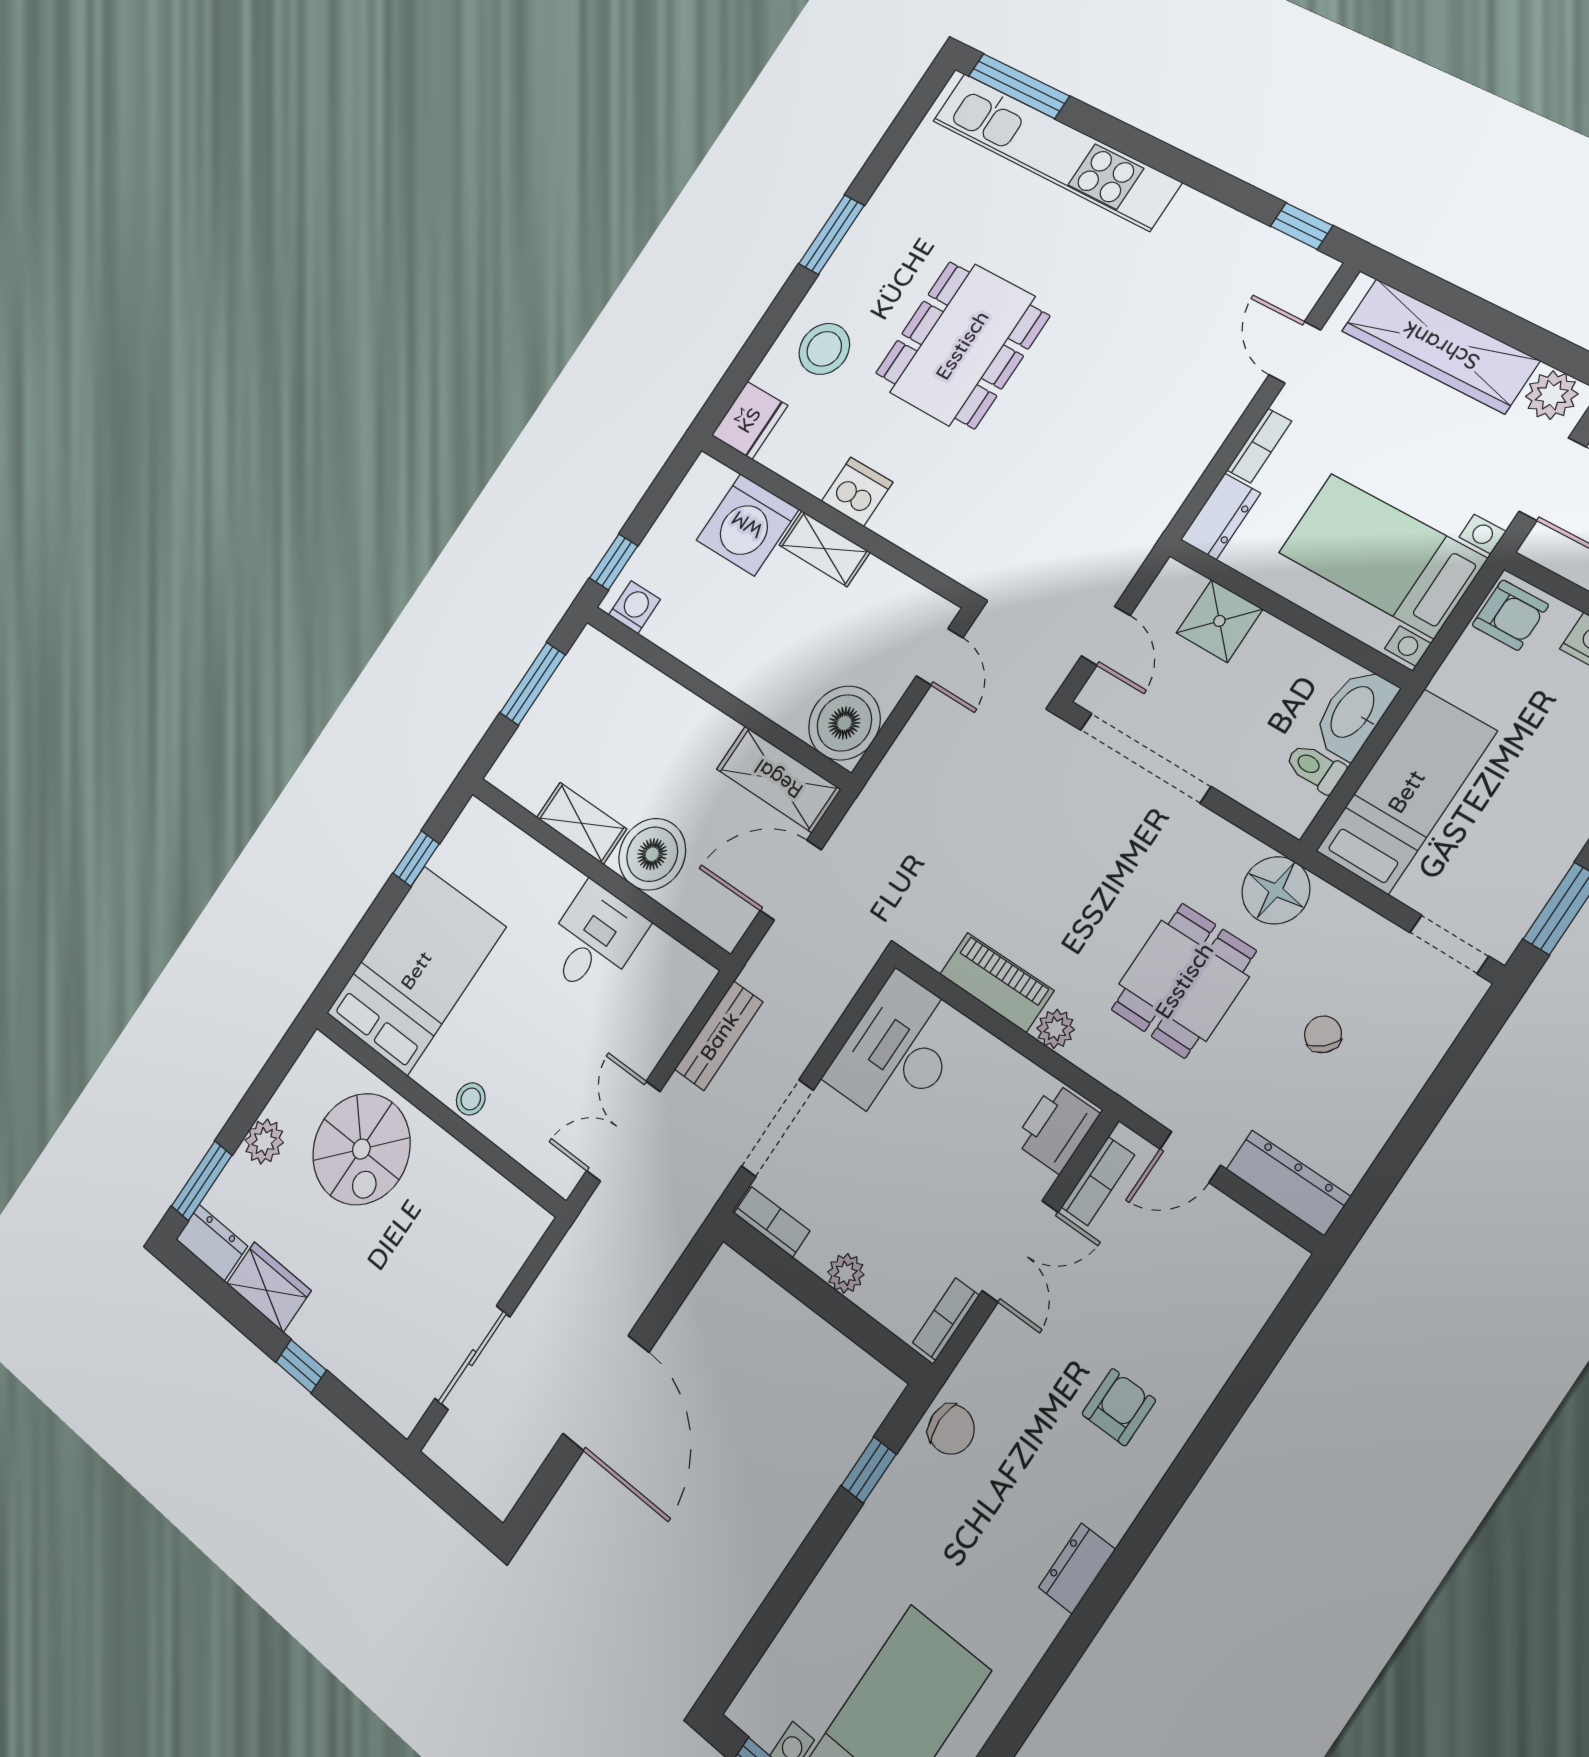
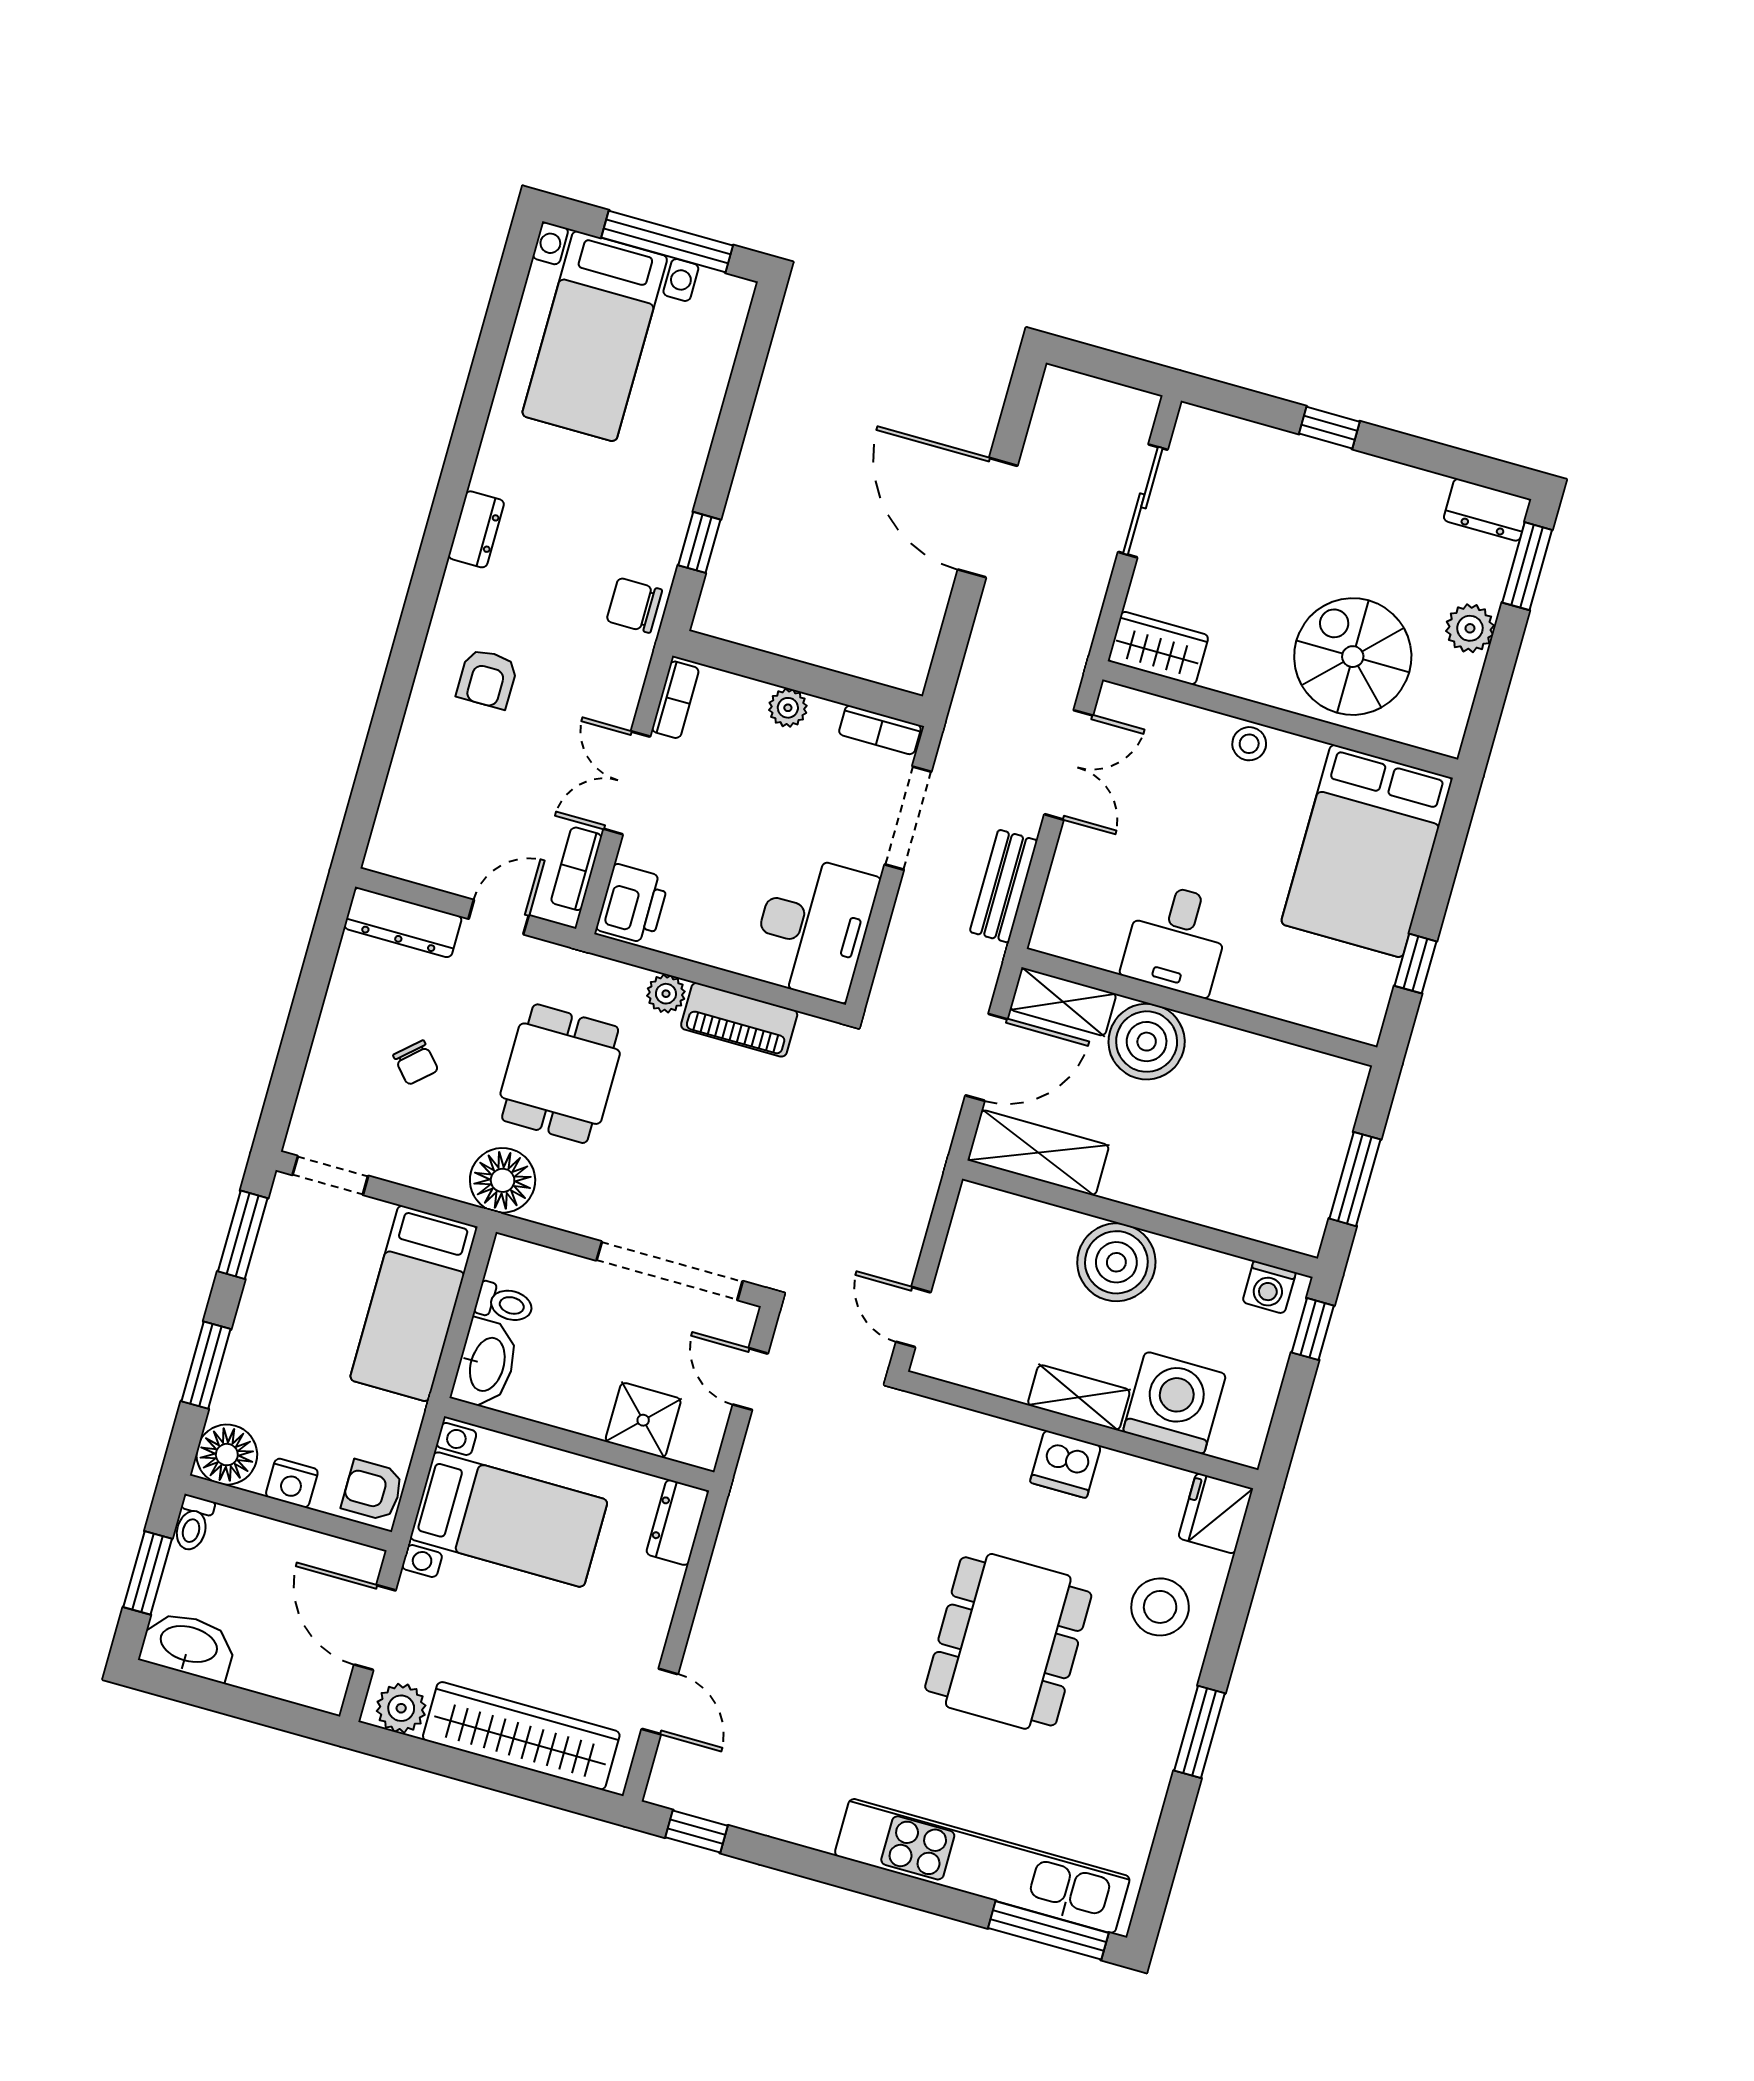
bookcase: (1259, 446) -> (663, 1601), removed
boiler: (844, 723) -> (1116, 1262), moved
shelving: (581, 823) -> (1063, 1002), moved
wardrobe: (269, 1287) -> (1158, 648), moved, turned 180

